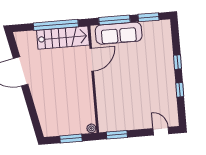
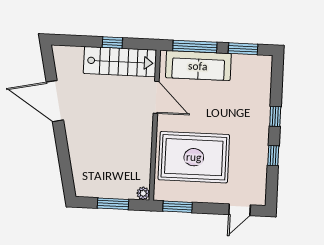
window: (56, 25) -> (112, 43), width x0.32
door: (92, 60) -> (156, 97), hinge flipped
rug: (124, 98) -> (194, 157), added
door: (161, 131) -> (240, 210), swing flipped

